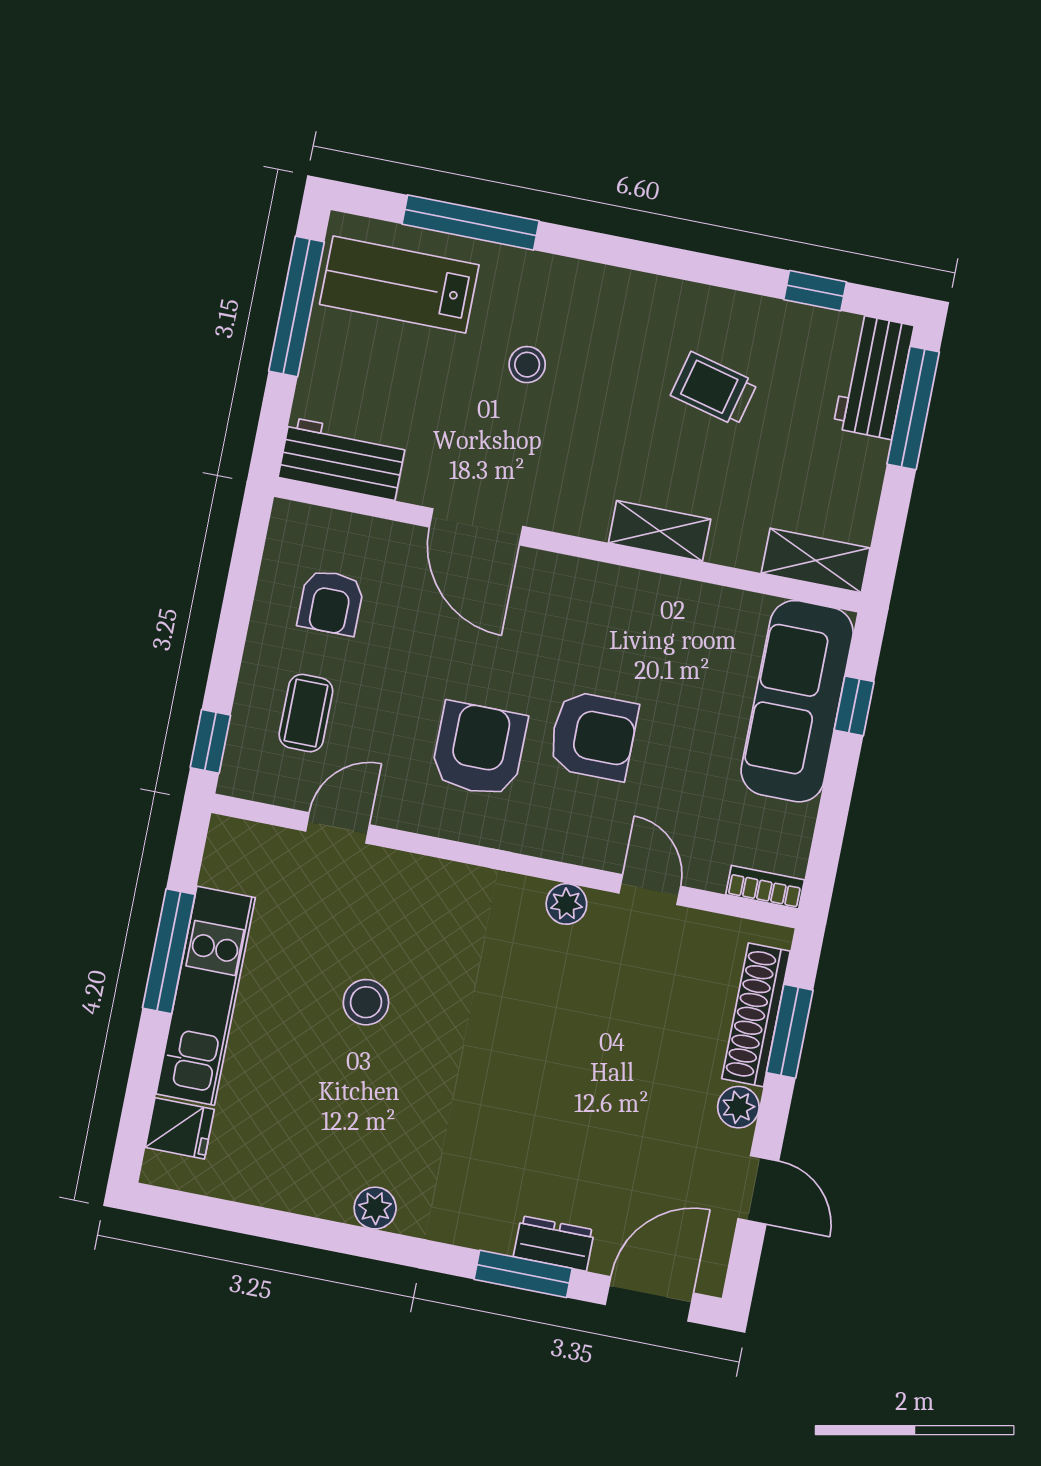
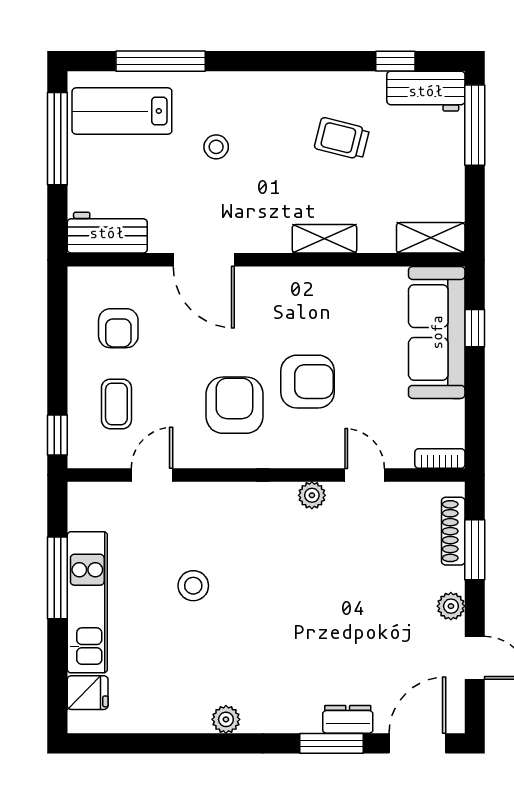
workbench: (873, 377) -> (426, 91), moved, turned -90
shoe rack: (756, 1015) -> (453, 531), width x0.74, depth x0.81

